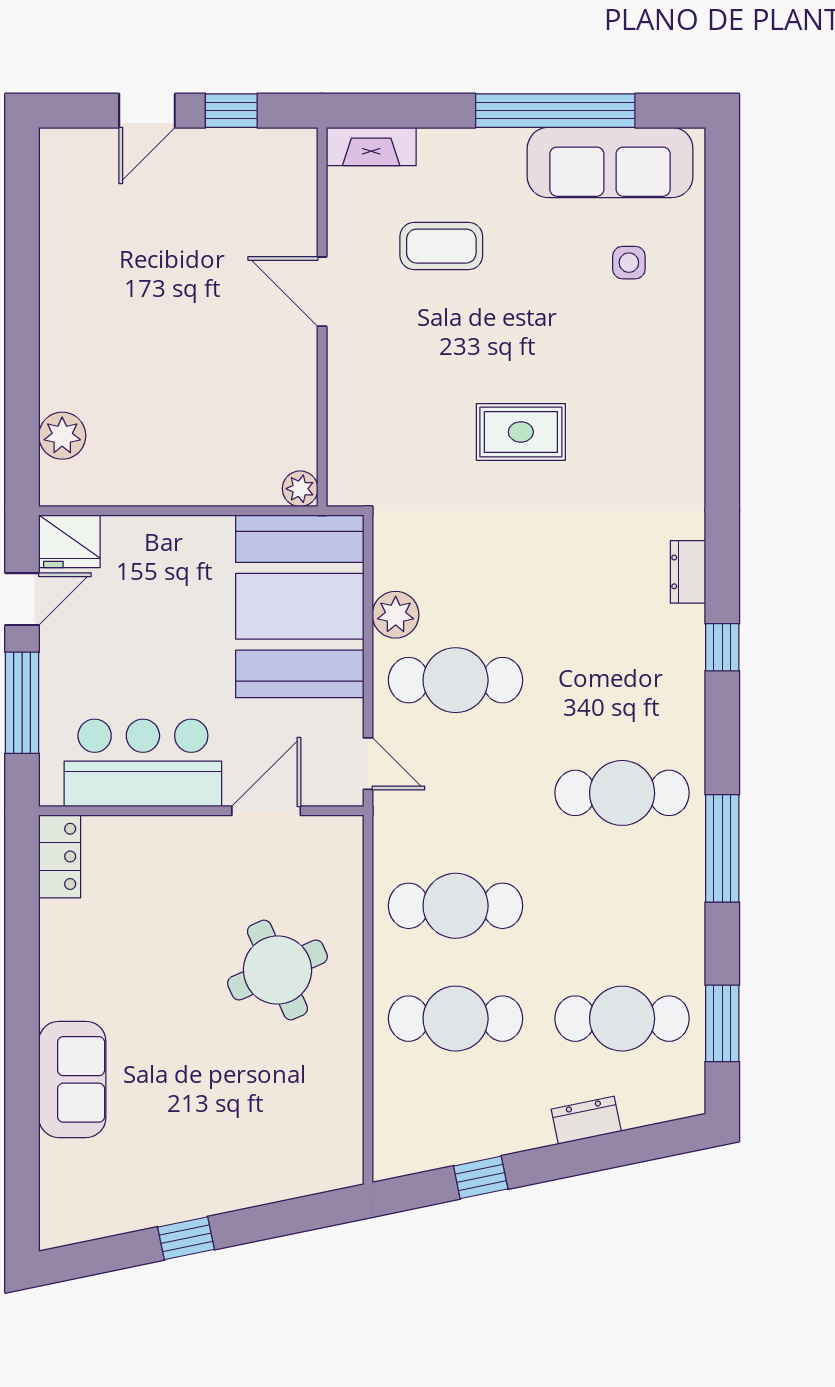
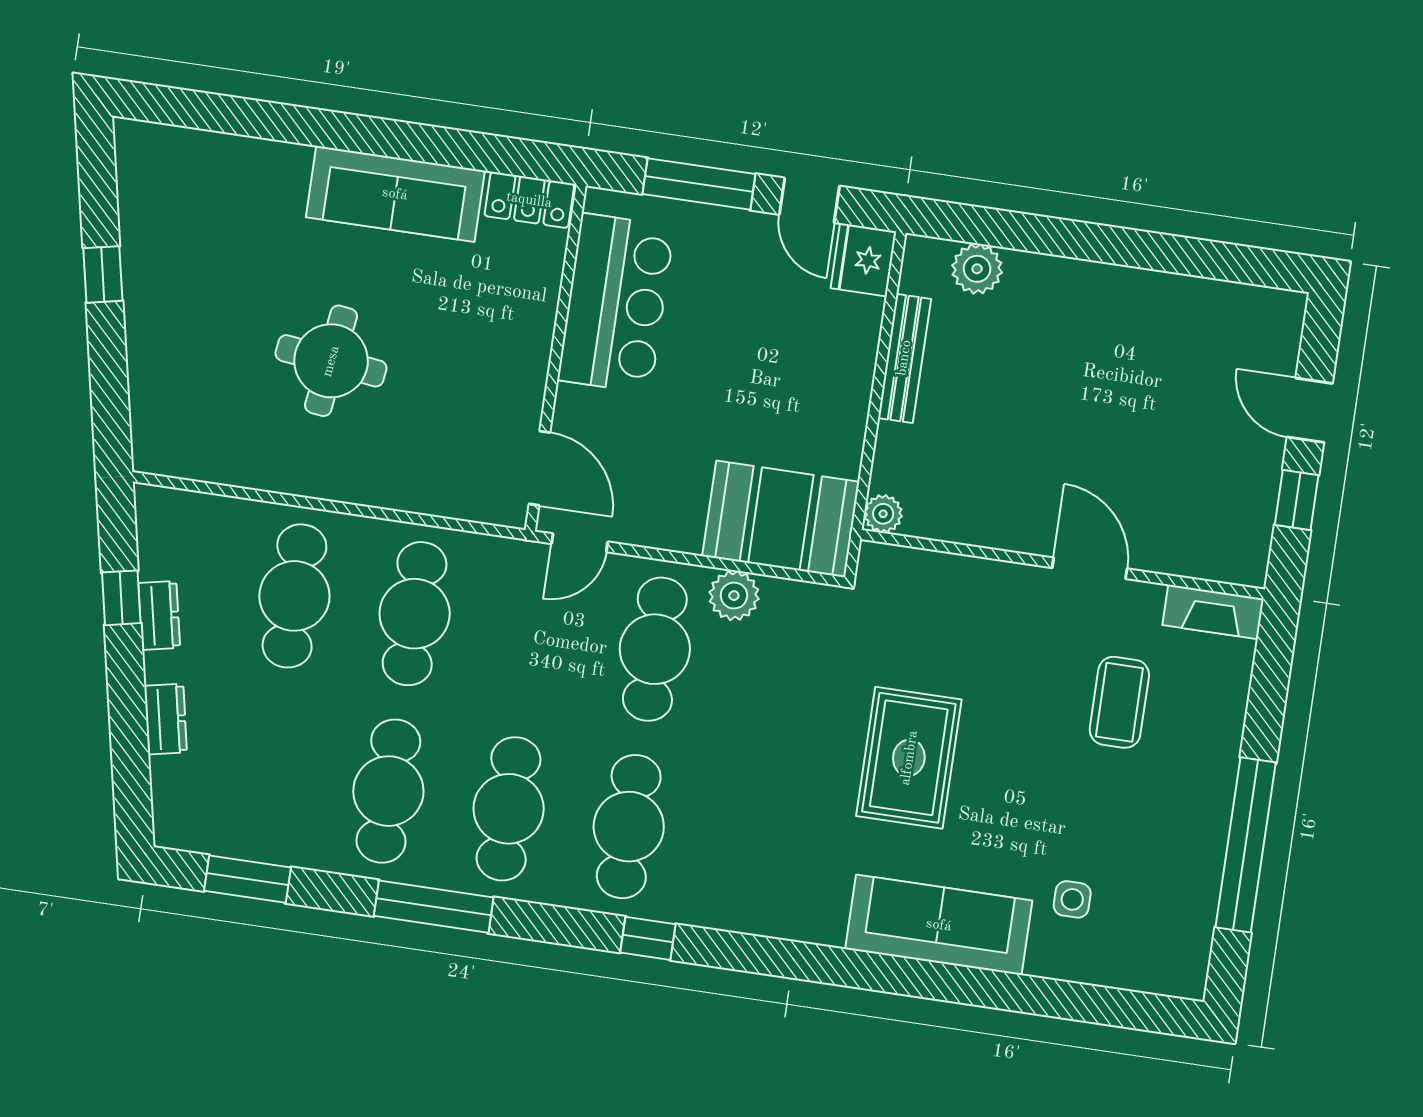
fireplace: (371, 146) -> (1213, 612), moved, turned -90
sofa: (610, 162) -> (939, 925), moved, turned 90
door: (322, 292) -> (1090, 568), hinge flipped
rug: (521, 432) -> (909, 758), width x1.36, depth x1.43
bench: (154, 490) -> (904, 358), added
dresser: (688, 572) -> (159, 615), moved, turned 78
booth: (300, 606) -> (781, 519), width x0.73, depth x0.70
cafe table: (622, 680) -> (629, 827), added
door: (266, 811) -> (539, 468), moved
round table: (277, 970) -> (331, 361), moved, turned 31
cafe table: (622, 1019) -> (388, 791), moved
sofa: (72, 1079) -> (395, 194), moved, width x1.36

